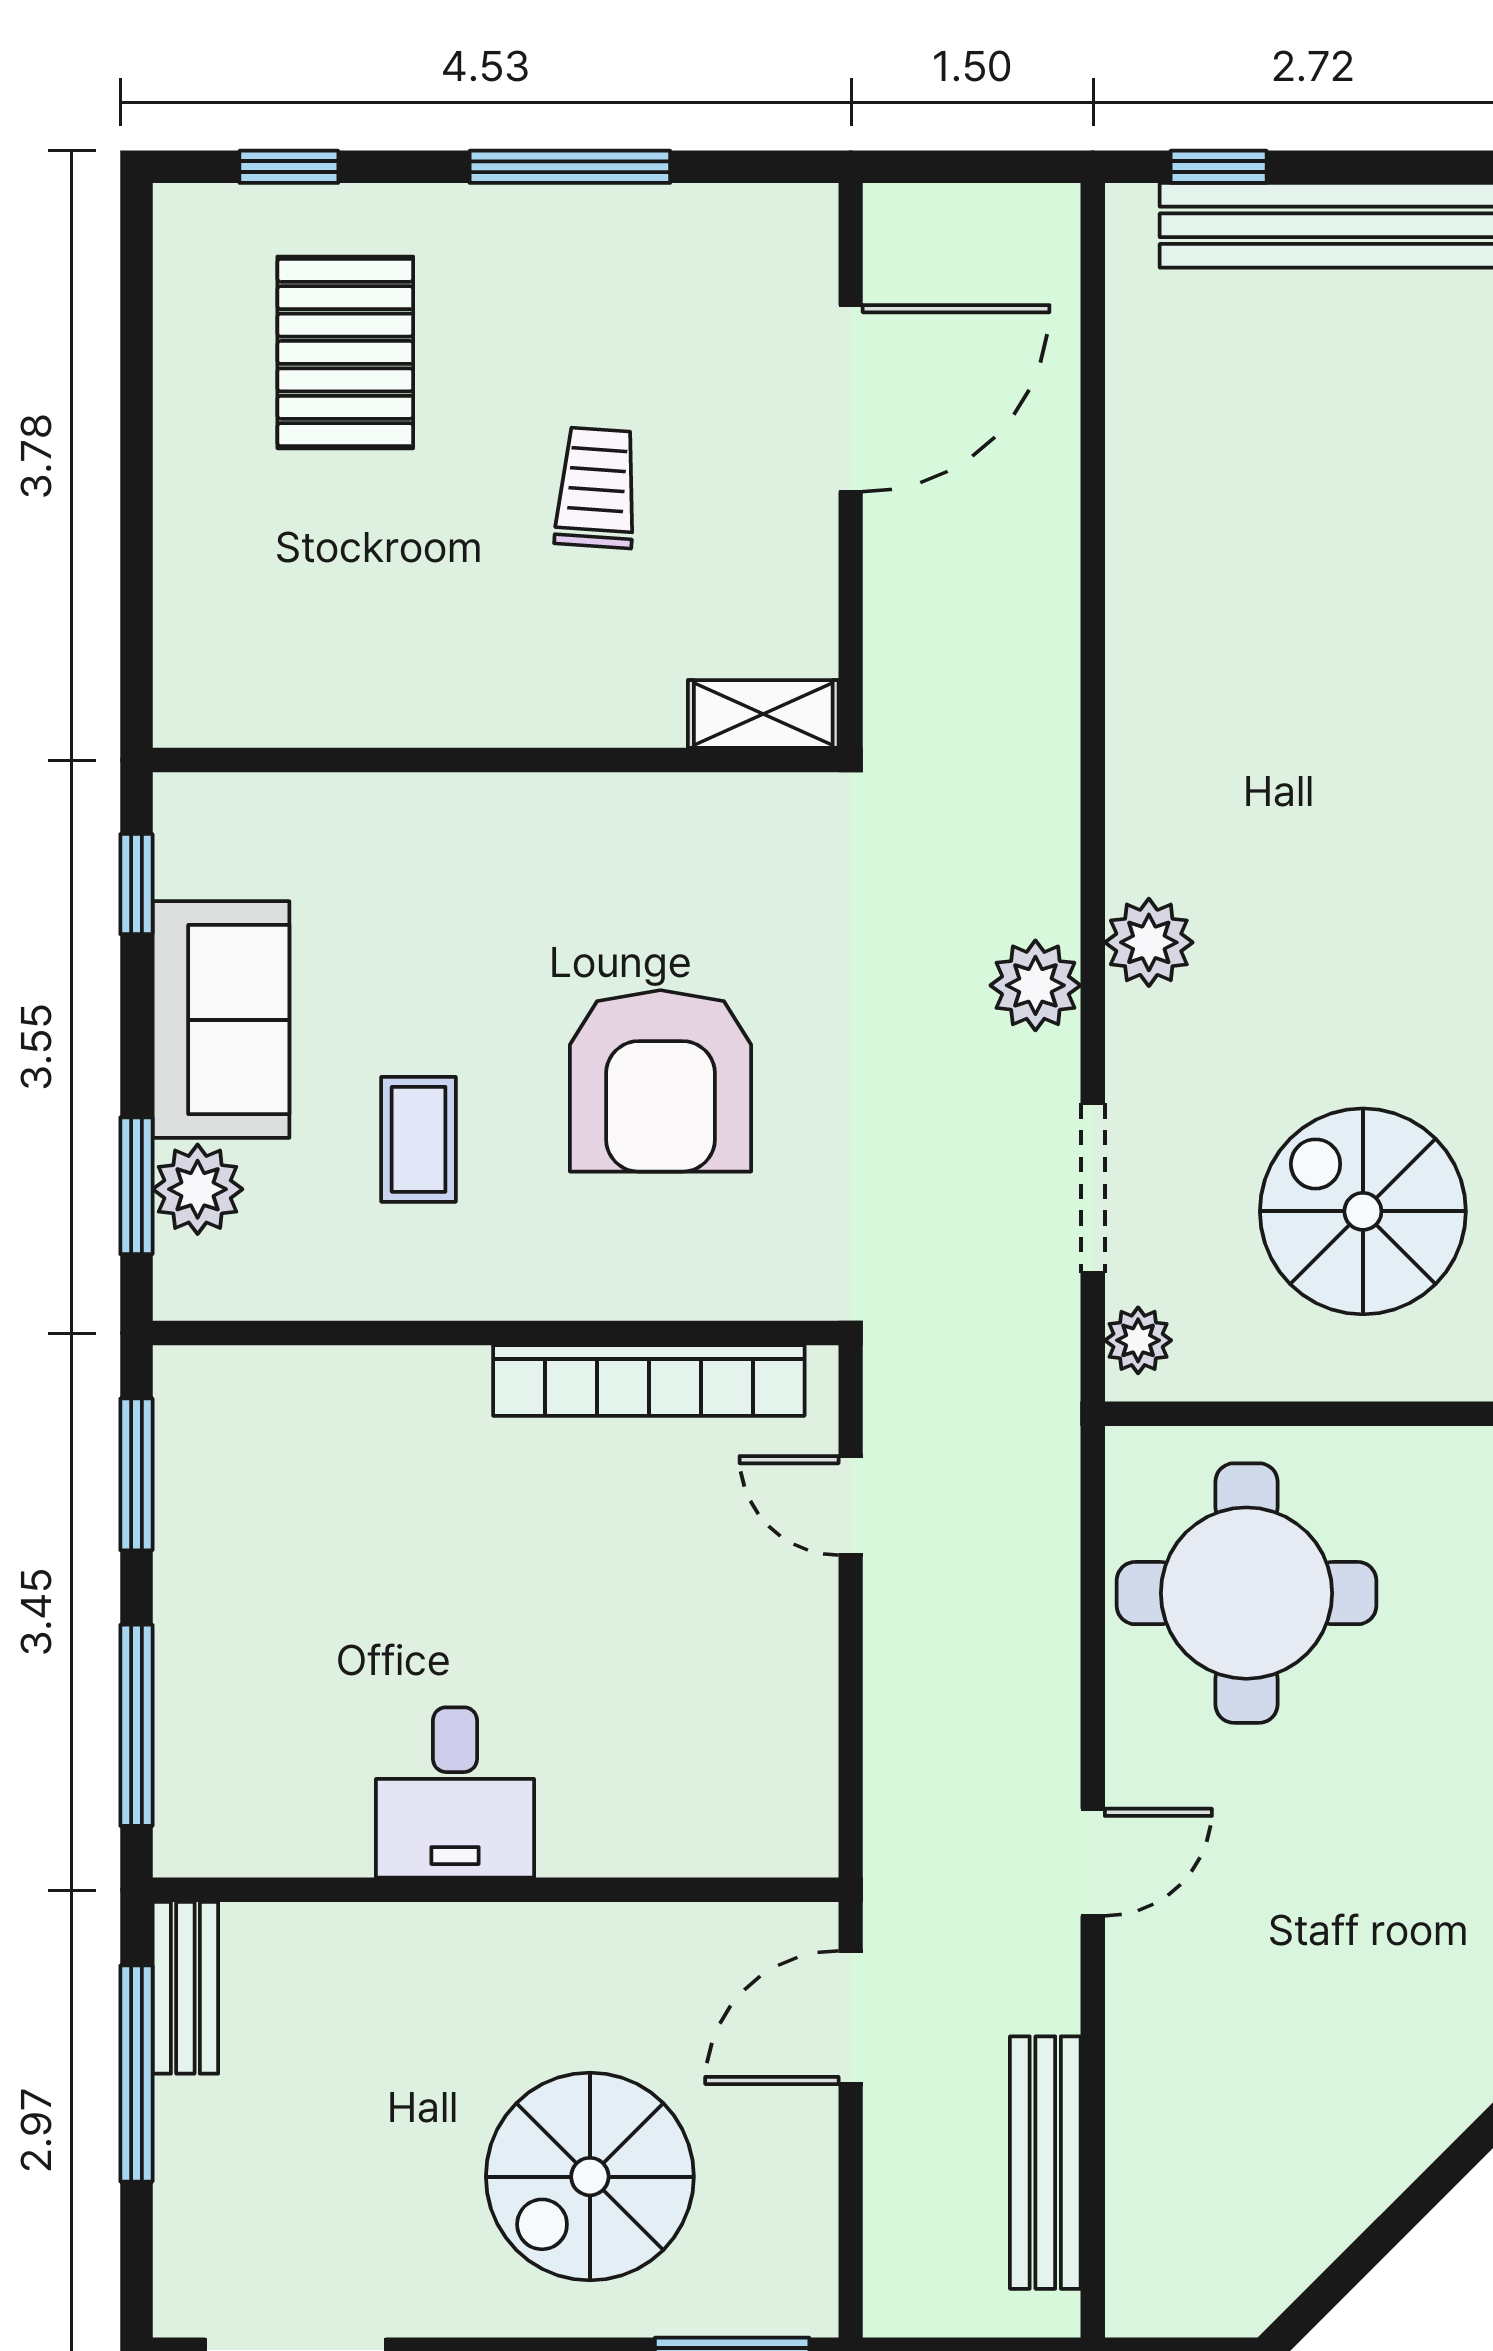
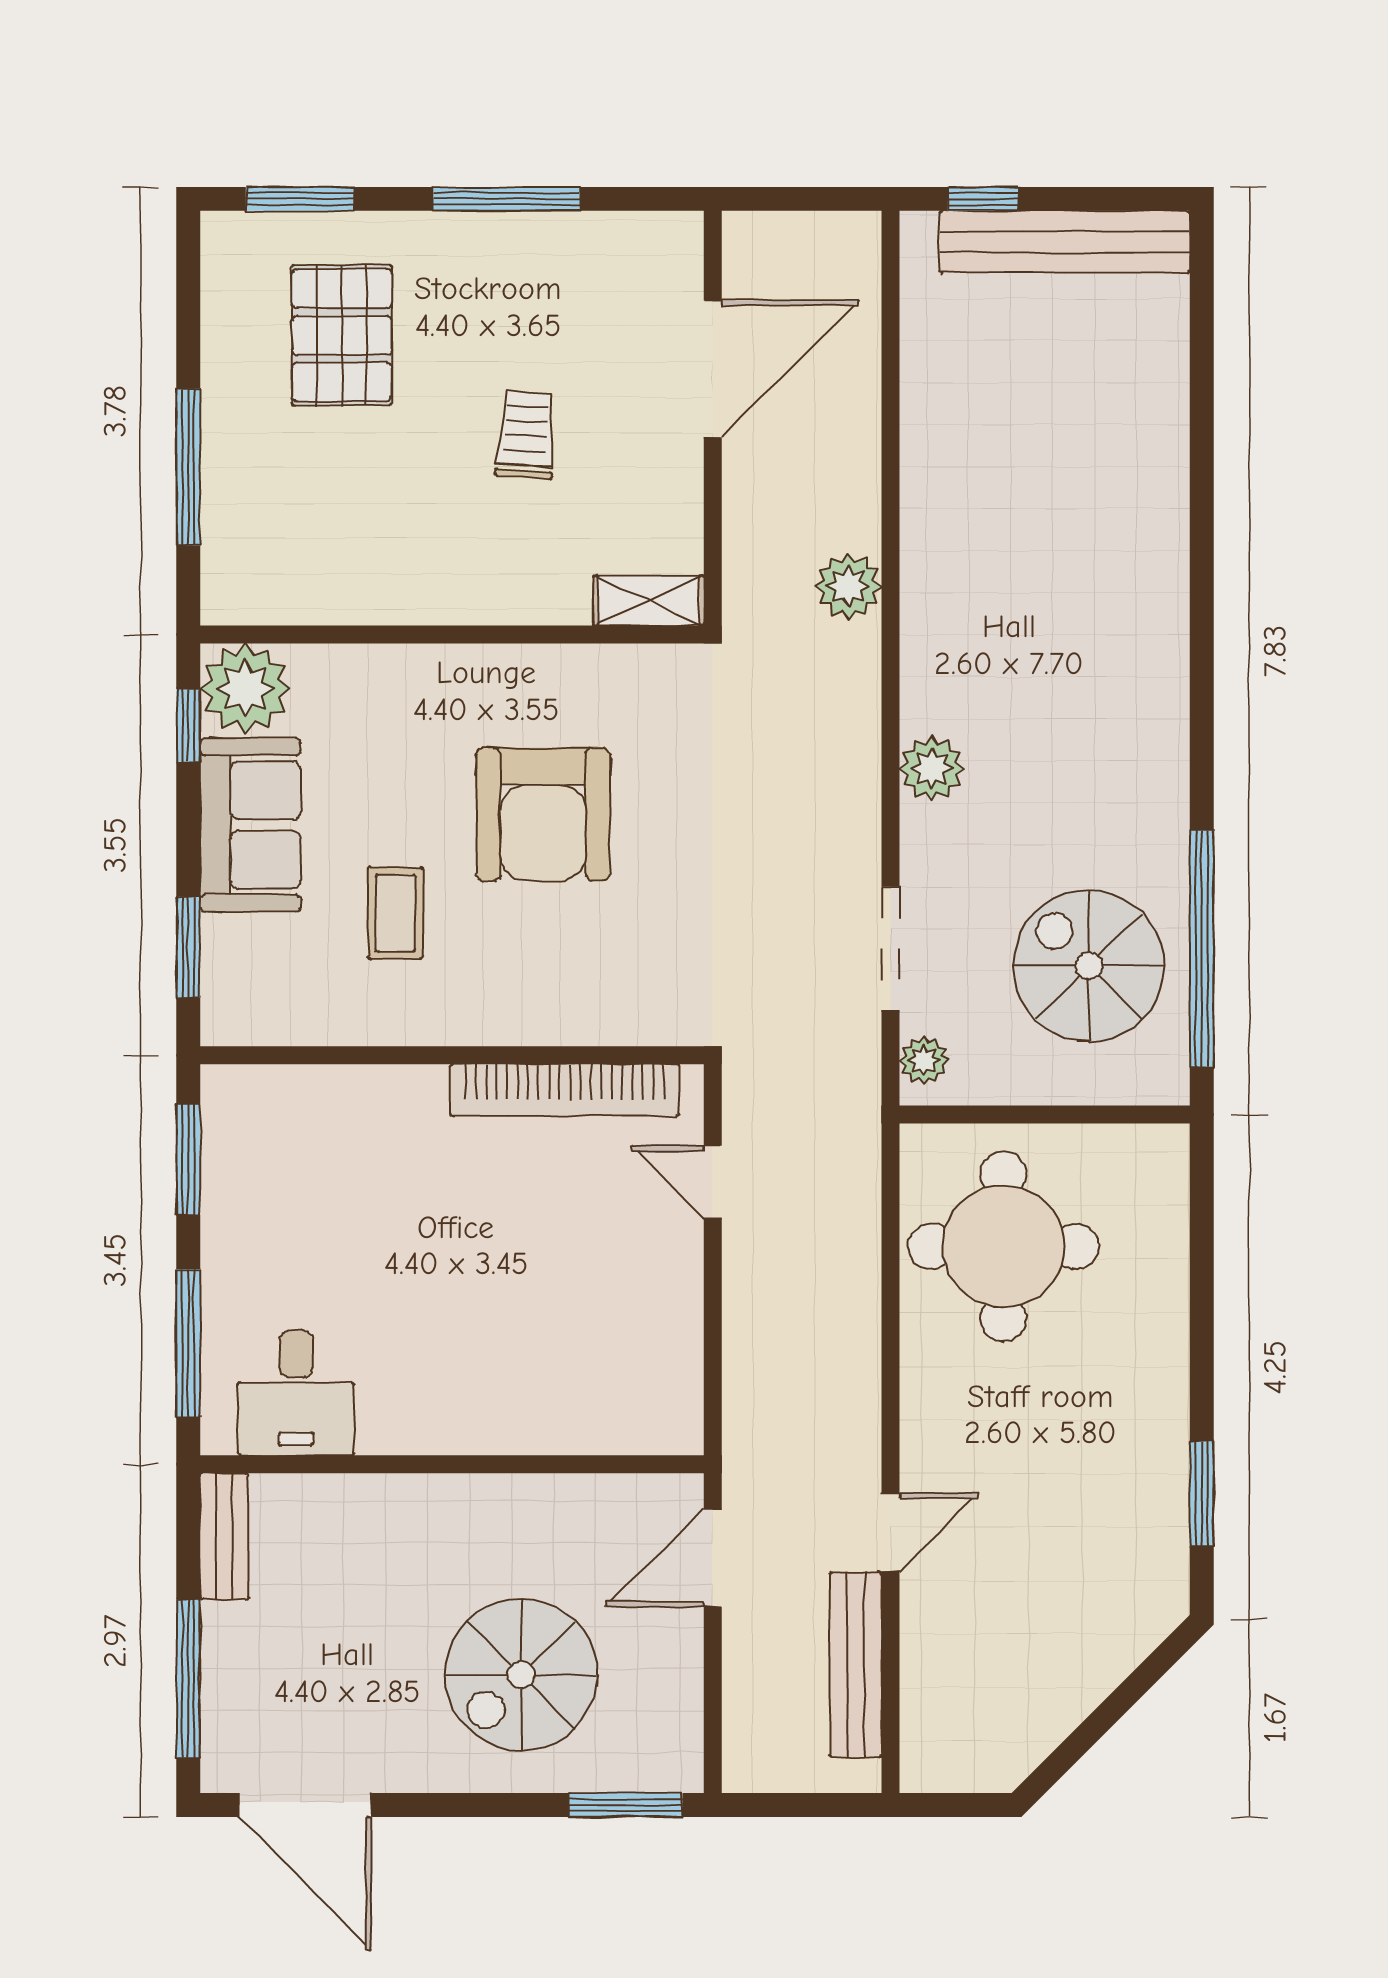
window: (289, 167) -> (300, 199), width x1.50
window: (136, 532) -> (188, 467), added
plant: (1035, 985) -> (848, 586), moved
armchair: (660, 1081) -> (543, 814), moved
plant: (198, 1189) -> (245, 688), moved, width x1.36, depth x1.36
desk: (455, 1792) -> (296, 1393), moved
door: (1093, 1862) -> (891, 1532), moved
window: (136, 2074) -> (188, 1679), moved

